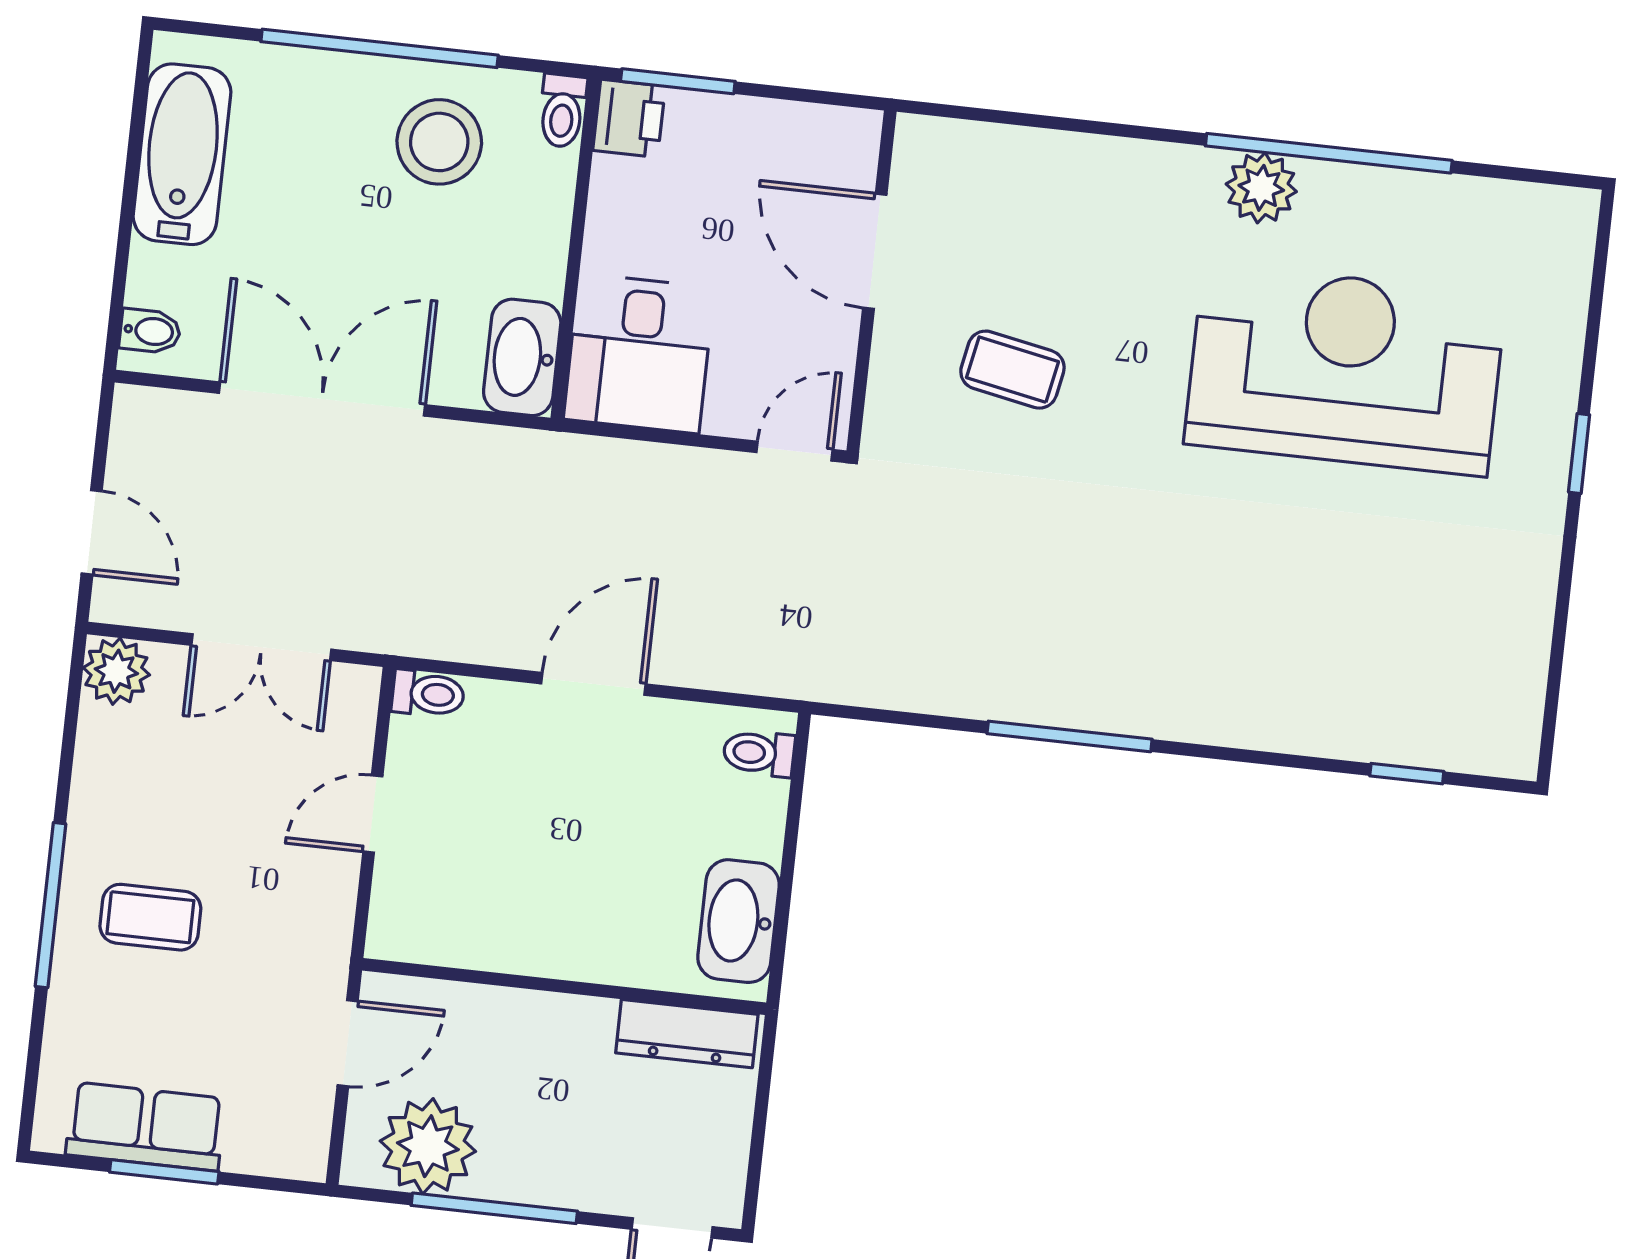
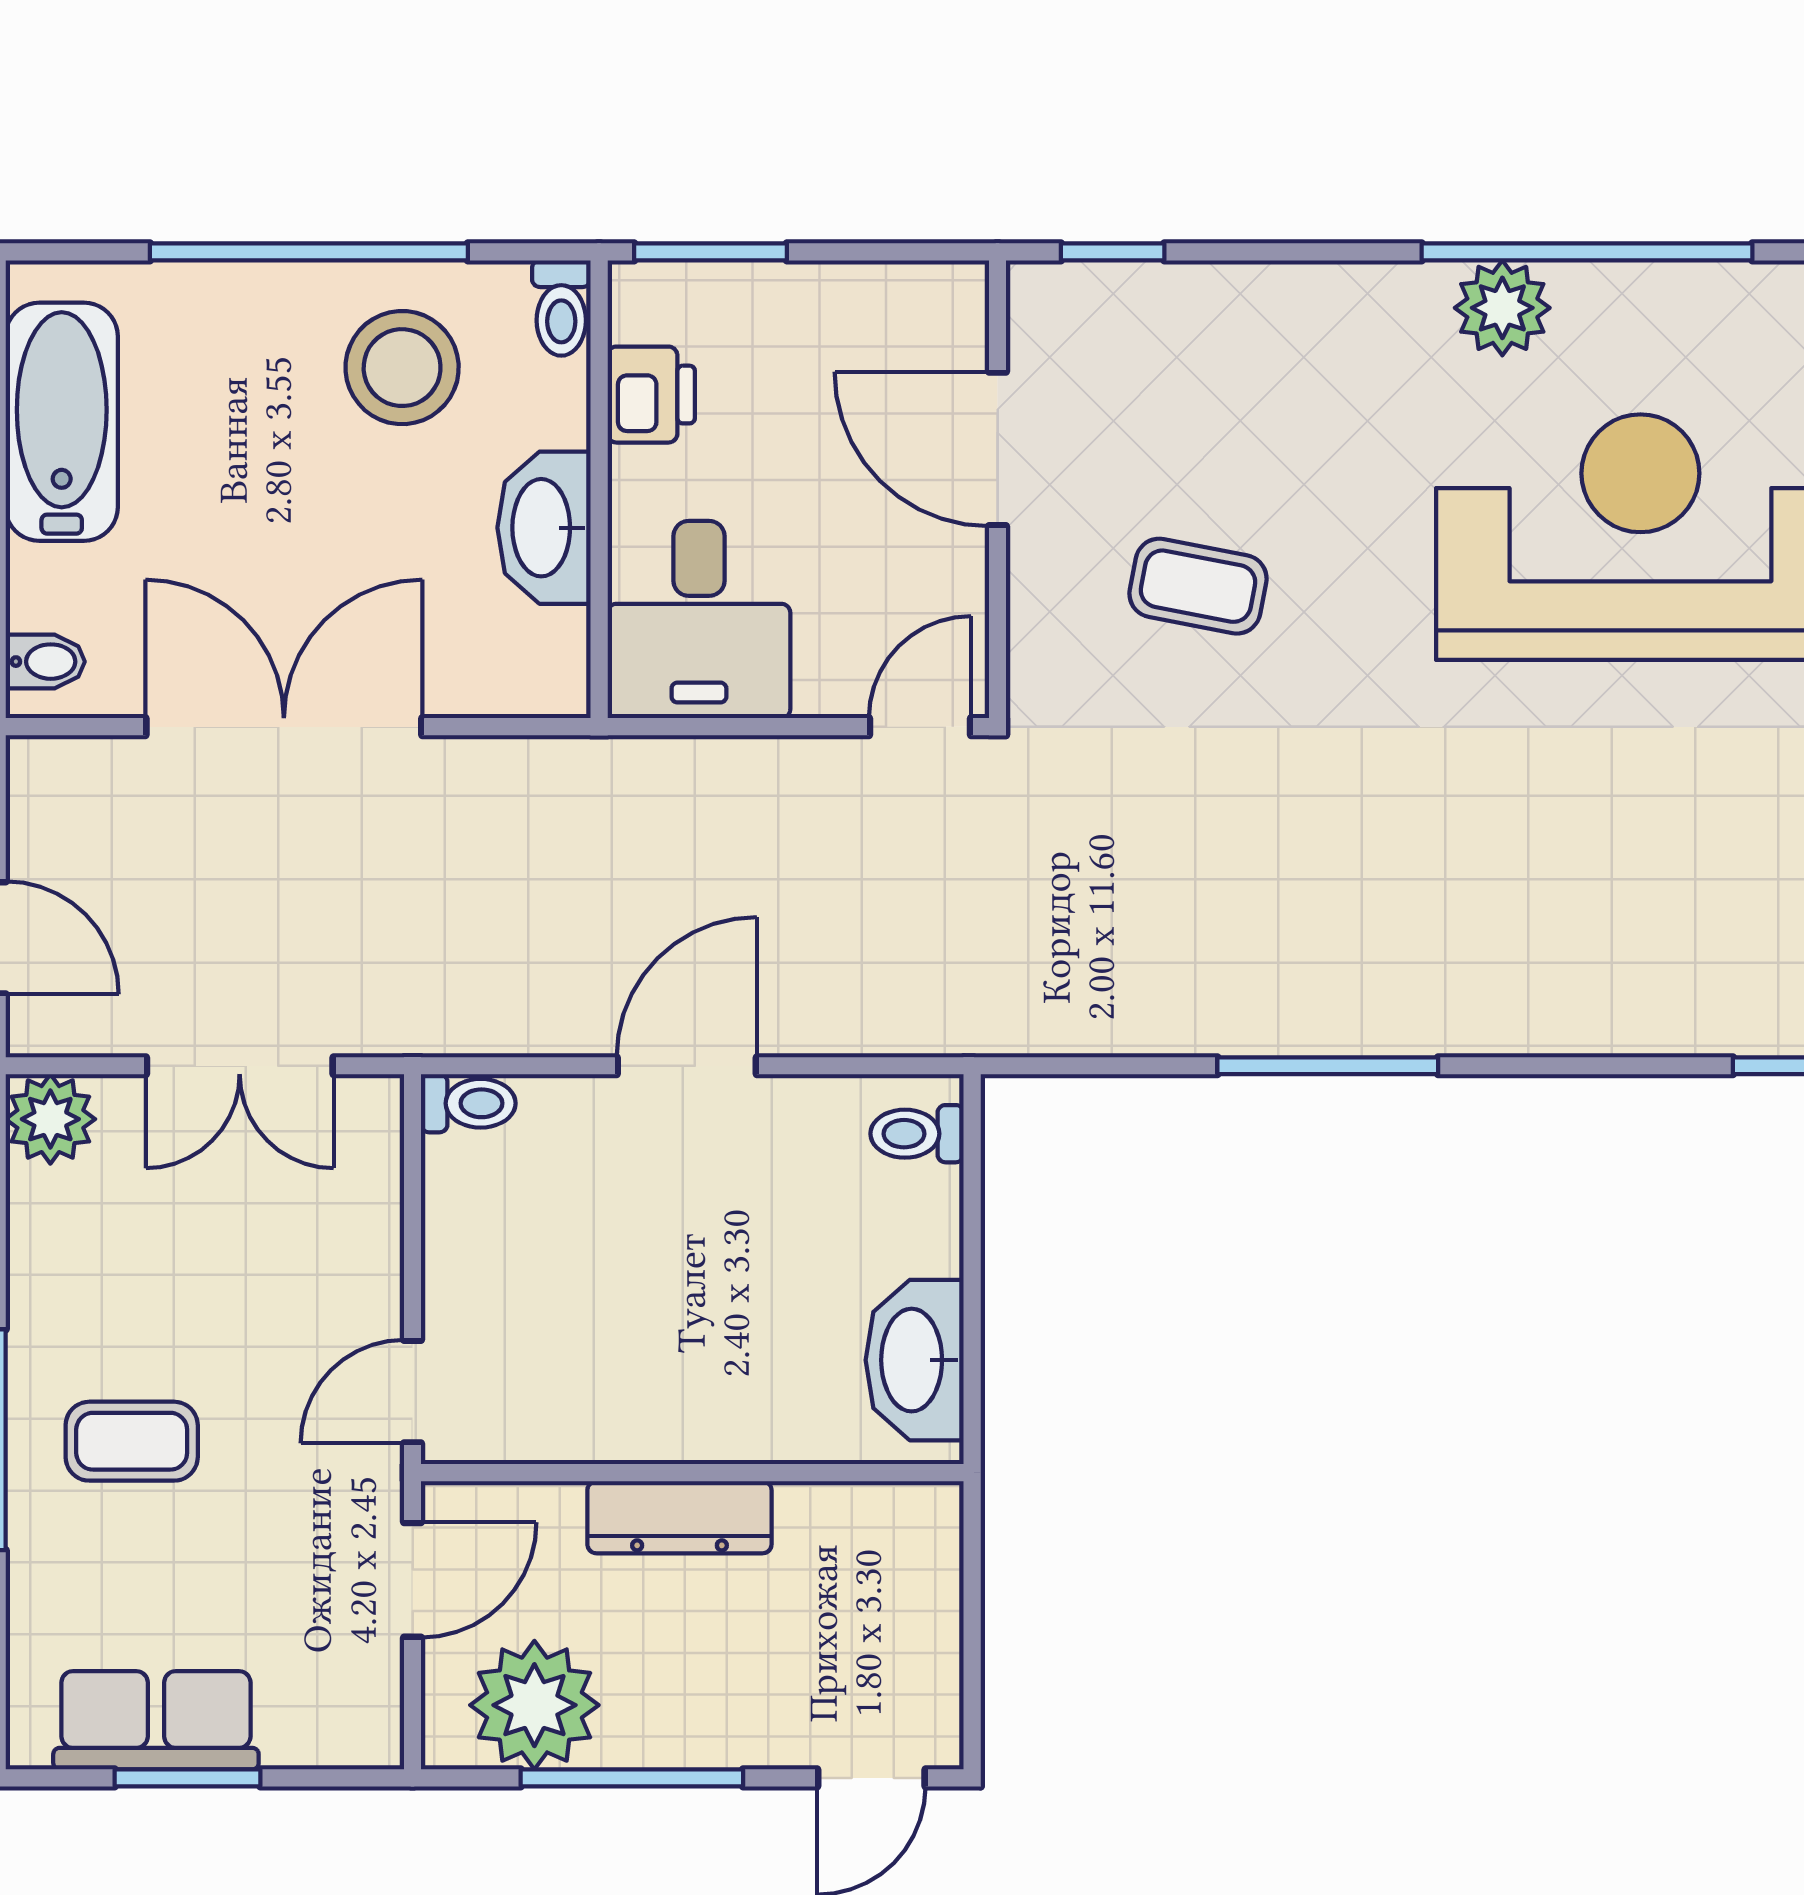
window: (976, 114) -> (1113, 252), added
printer: (629, 118) -> (651, 395), moved
washbasin: (522, 357) -> (544, 528), moved
door: (373, 814) -> (413, 1392), moved
dresser: (687, 1034) -> (679, 1517), moved

